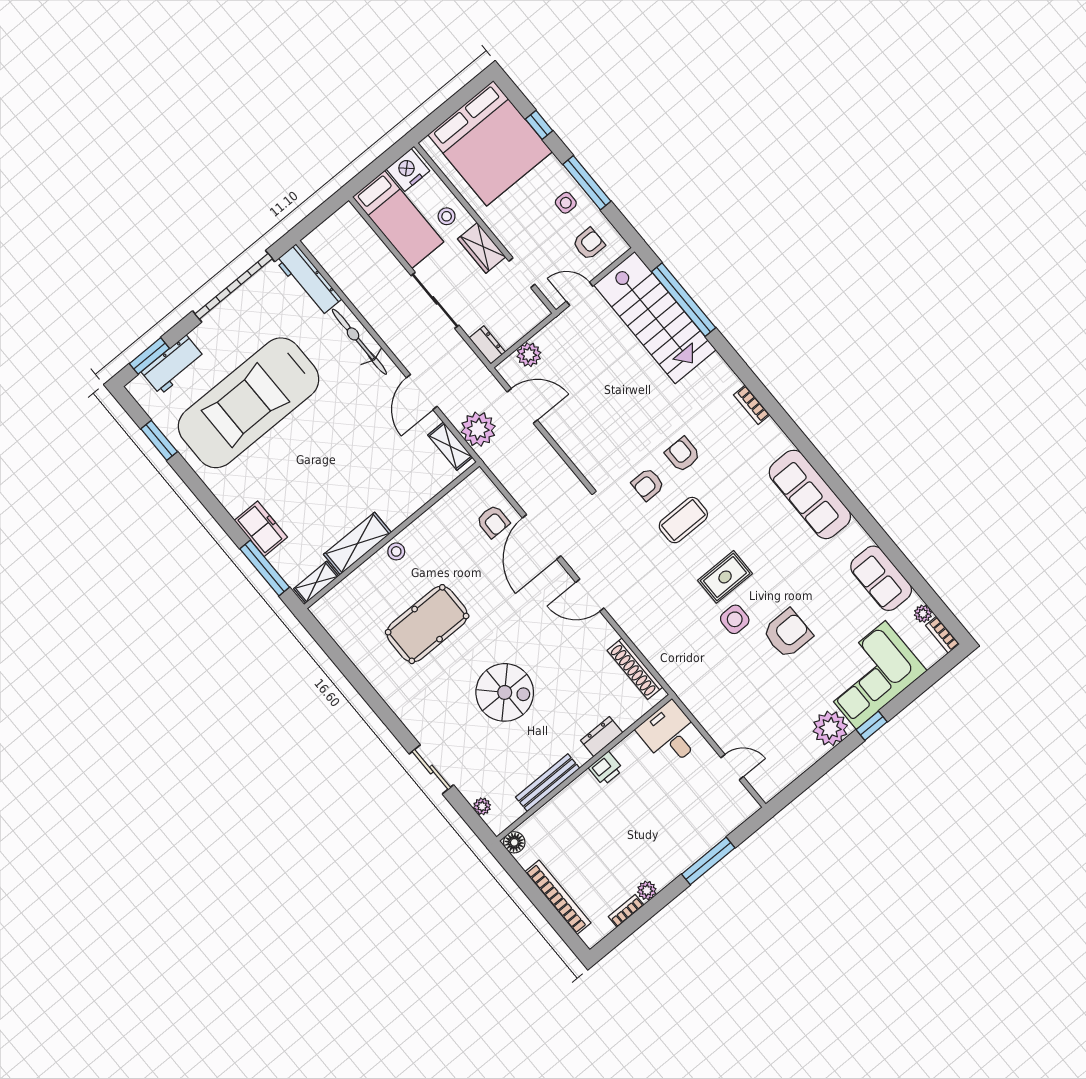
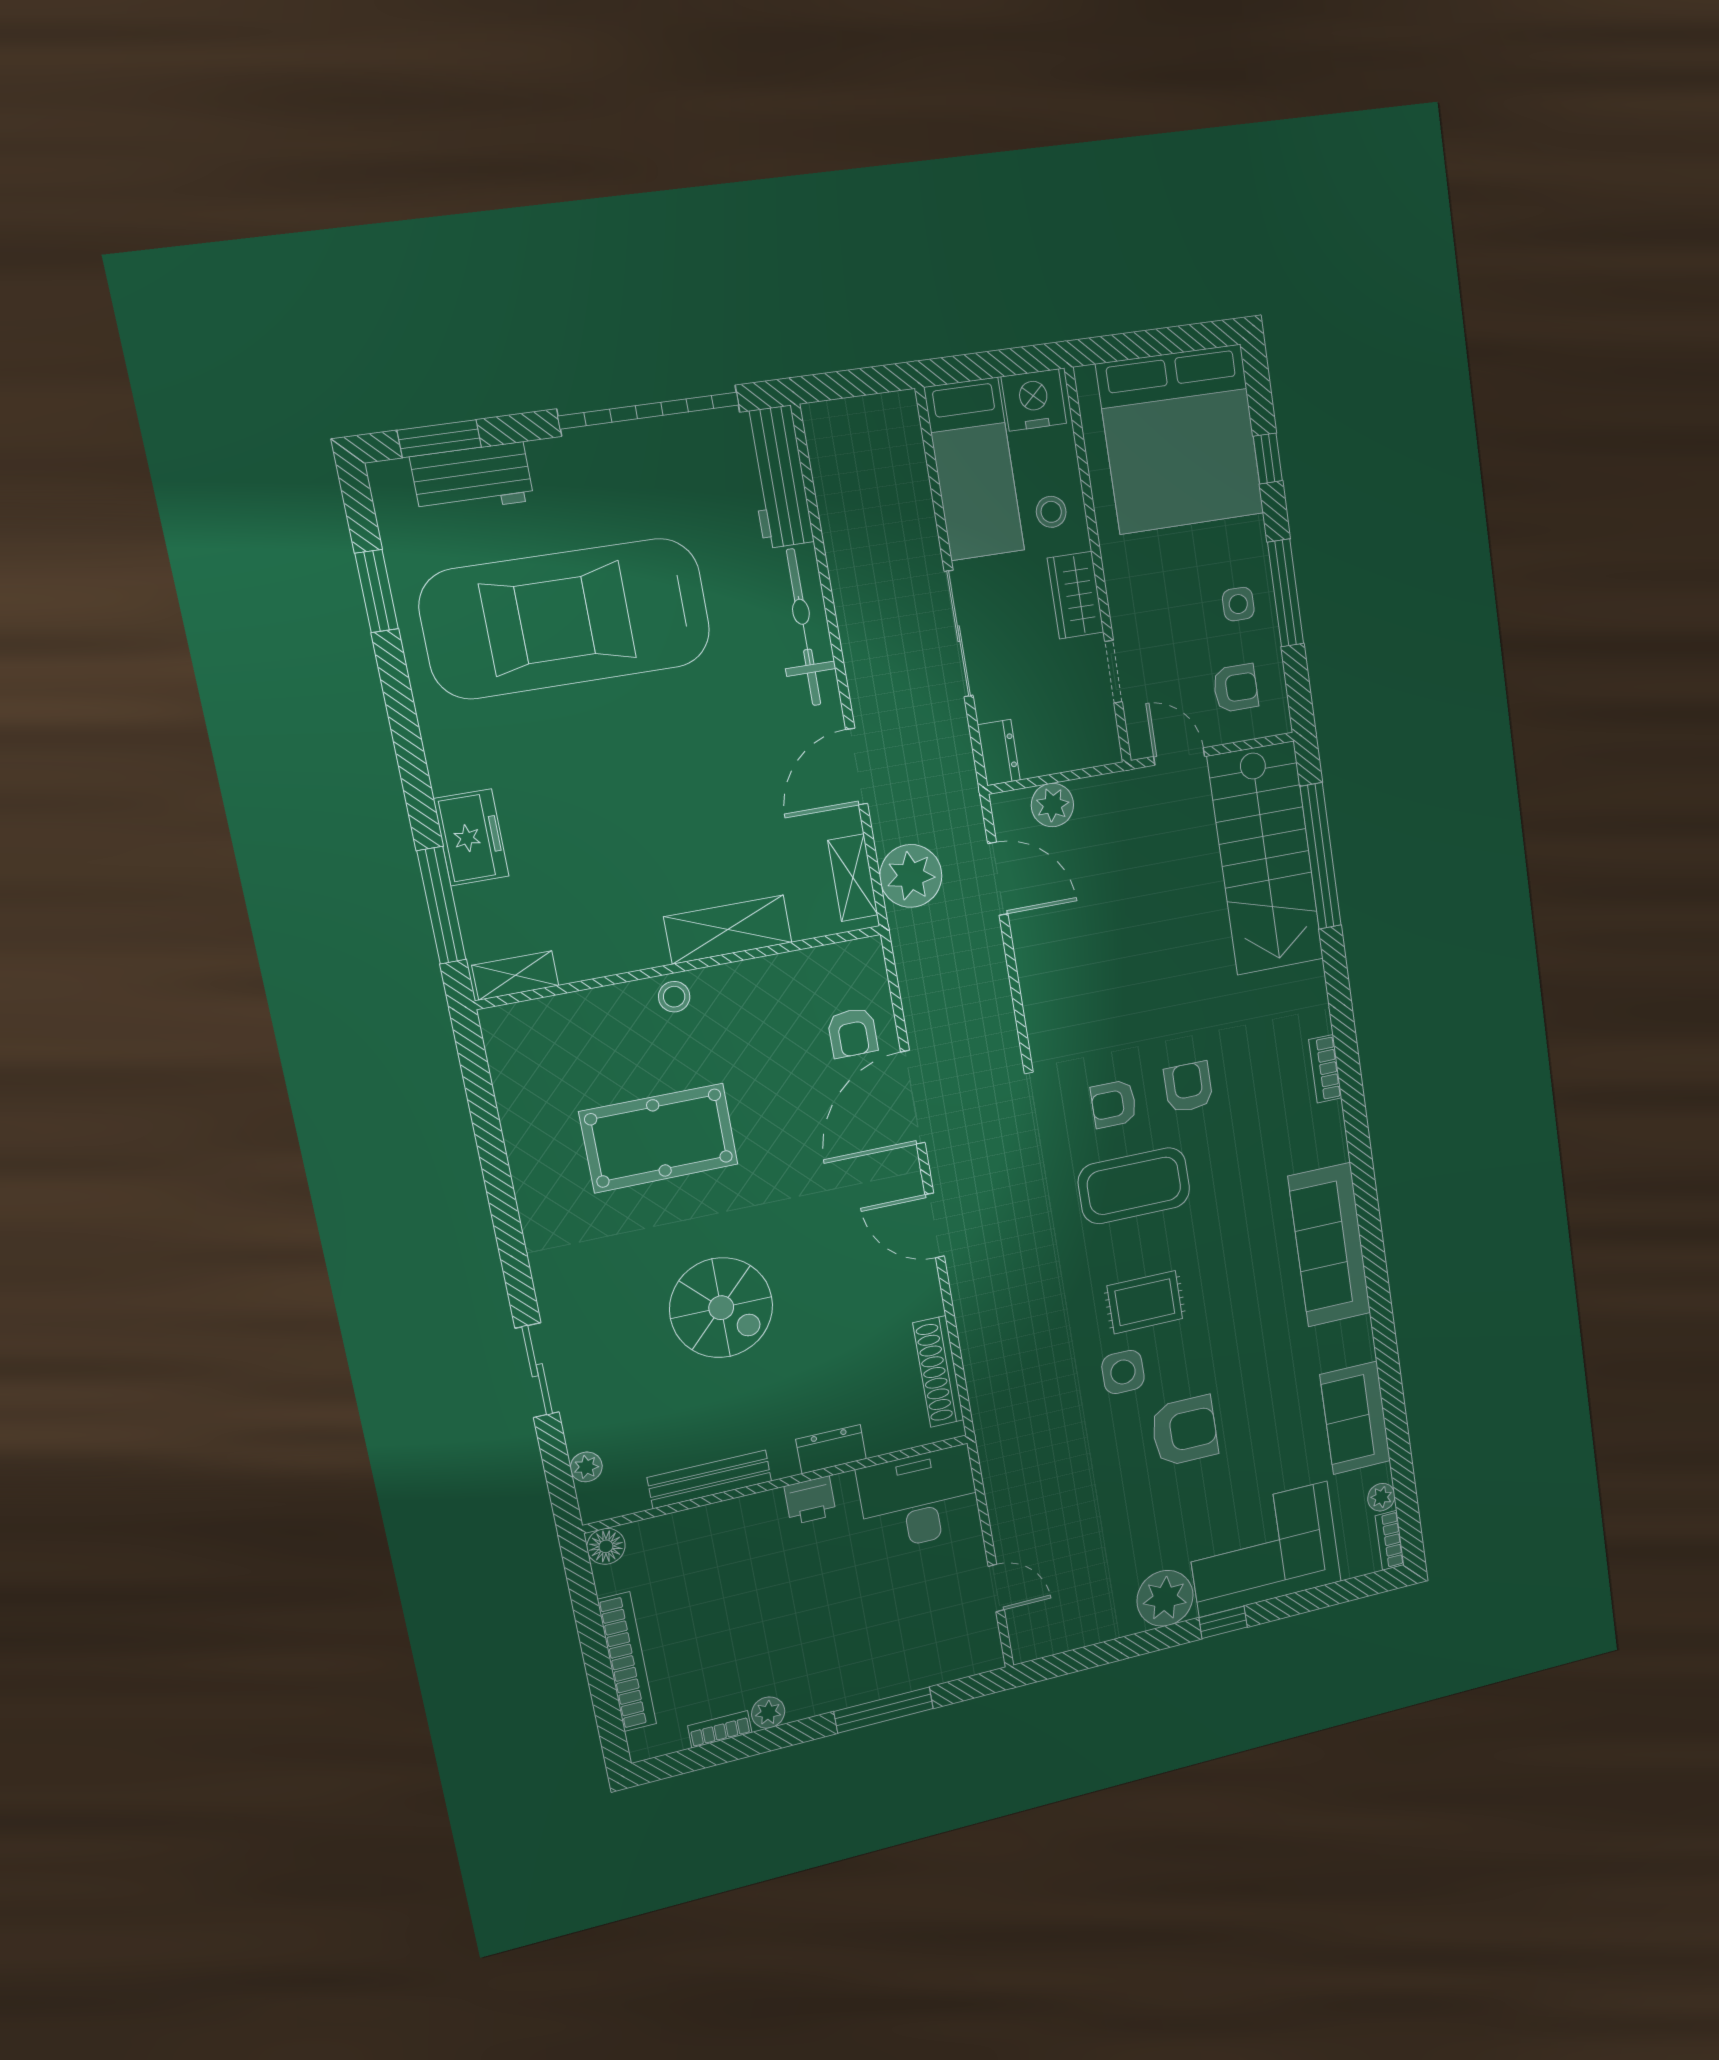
coffee table: (683, 520) -> (1134, 1186), width x1.36, depth x1.32
shelving: (357, 543) -> (728, 930), moved
desk: (670, 734) -> (919, 1499), width x1.37

